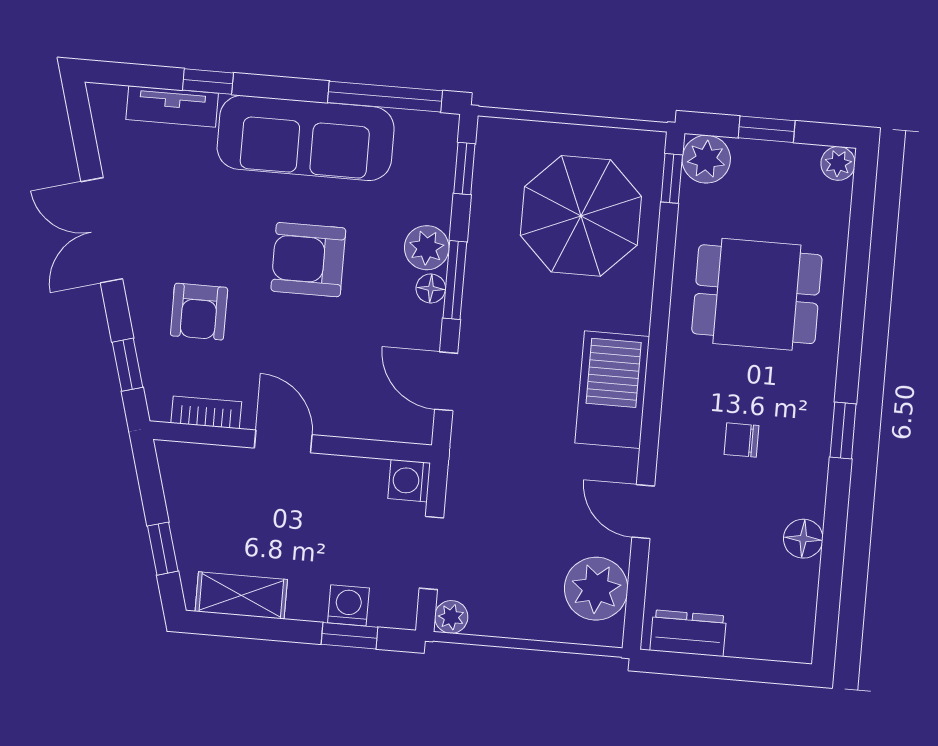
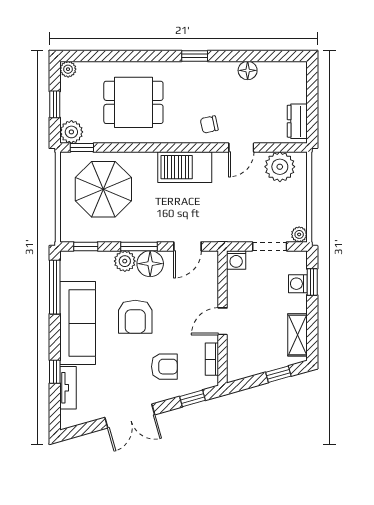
floor lamp: (431, 288) -> (150, 264), width x1.89, depth x1.89
dining table: (757, 294) -> (133, 102), turned 90
chair: (742, 440) -> (209, 124), moved, turned 78

